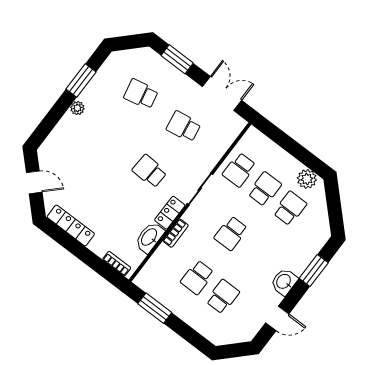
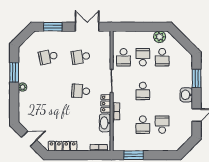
school desk: (290, 208) -> (162, 57), turned 180

